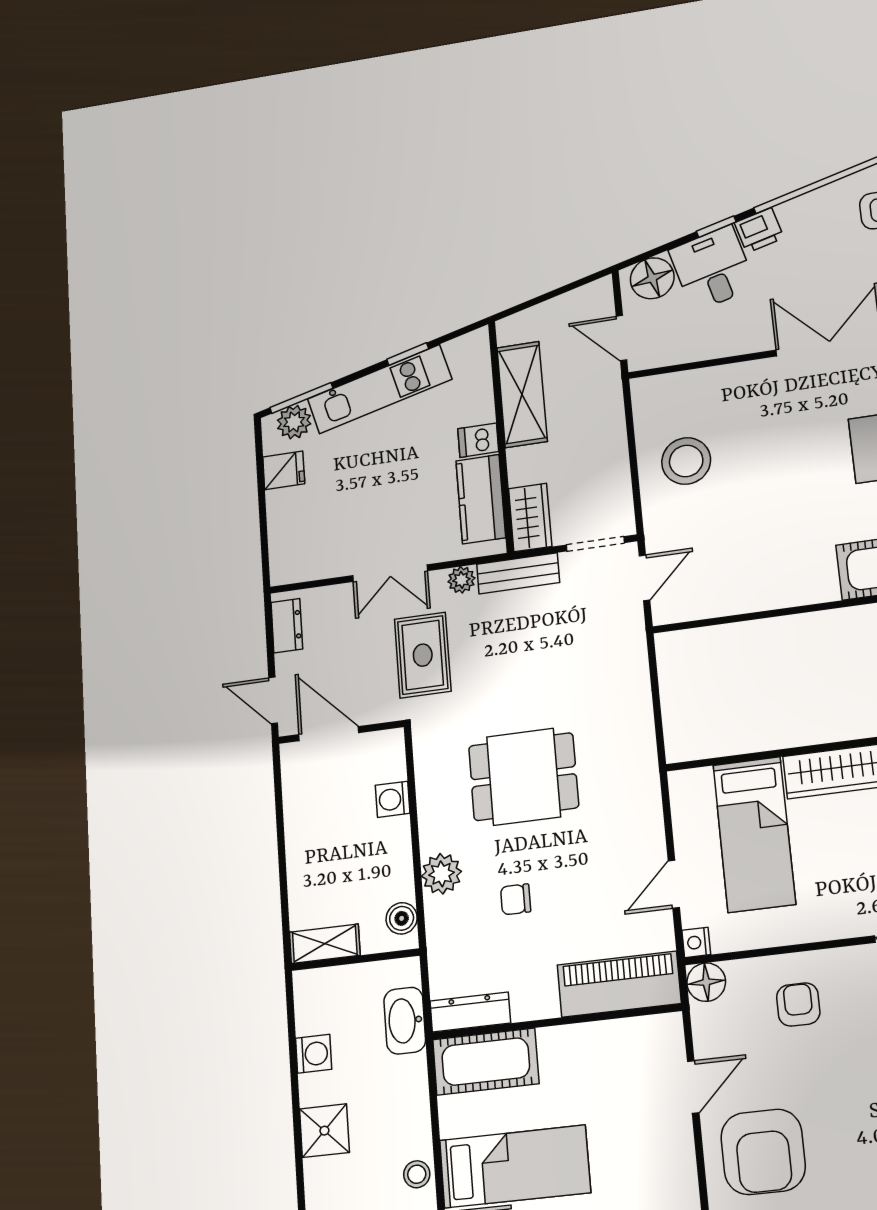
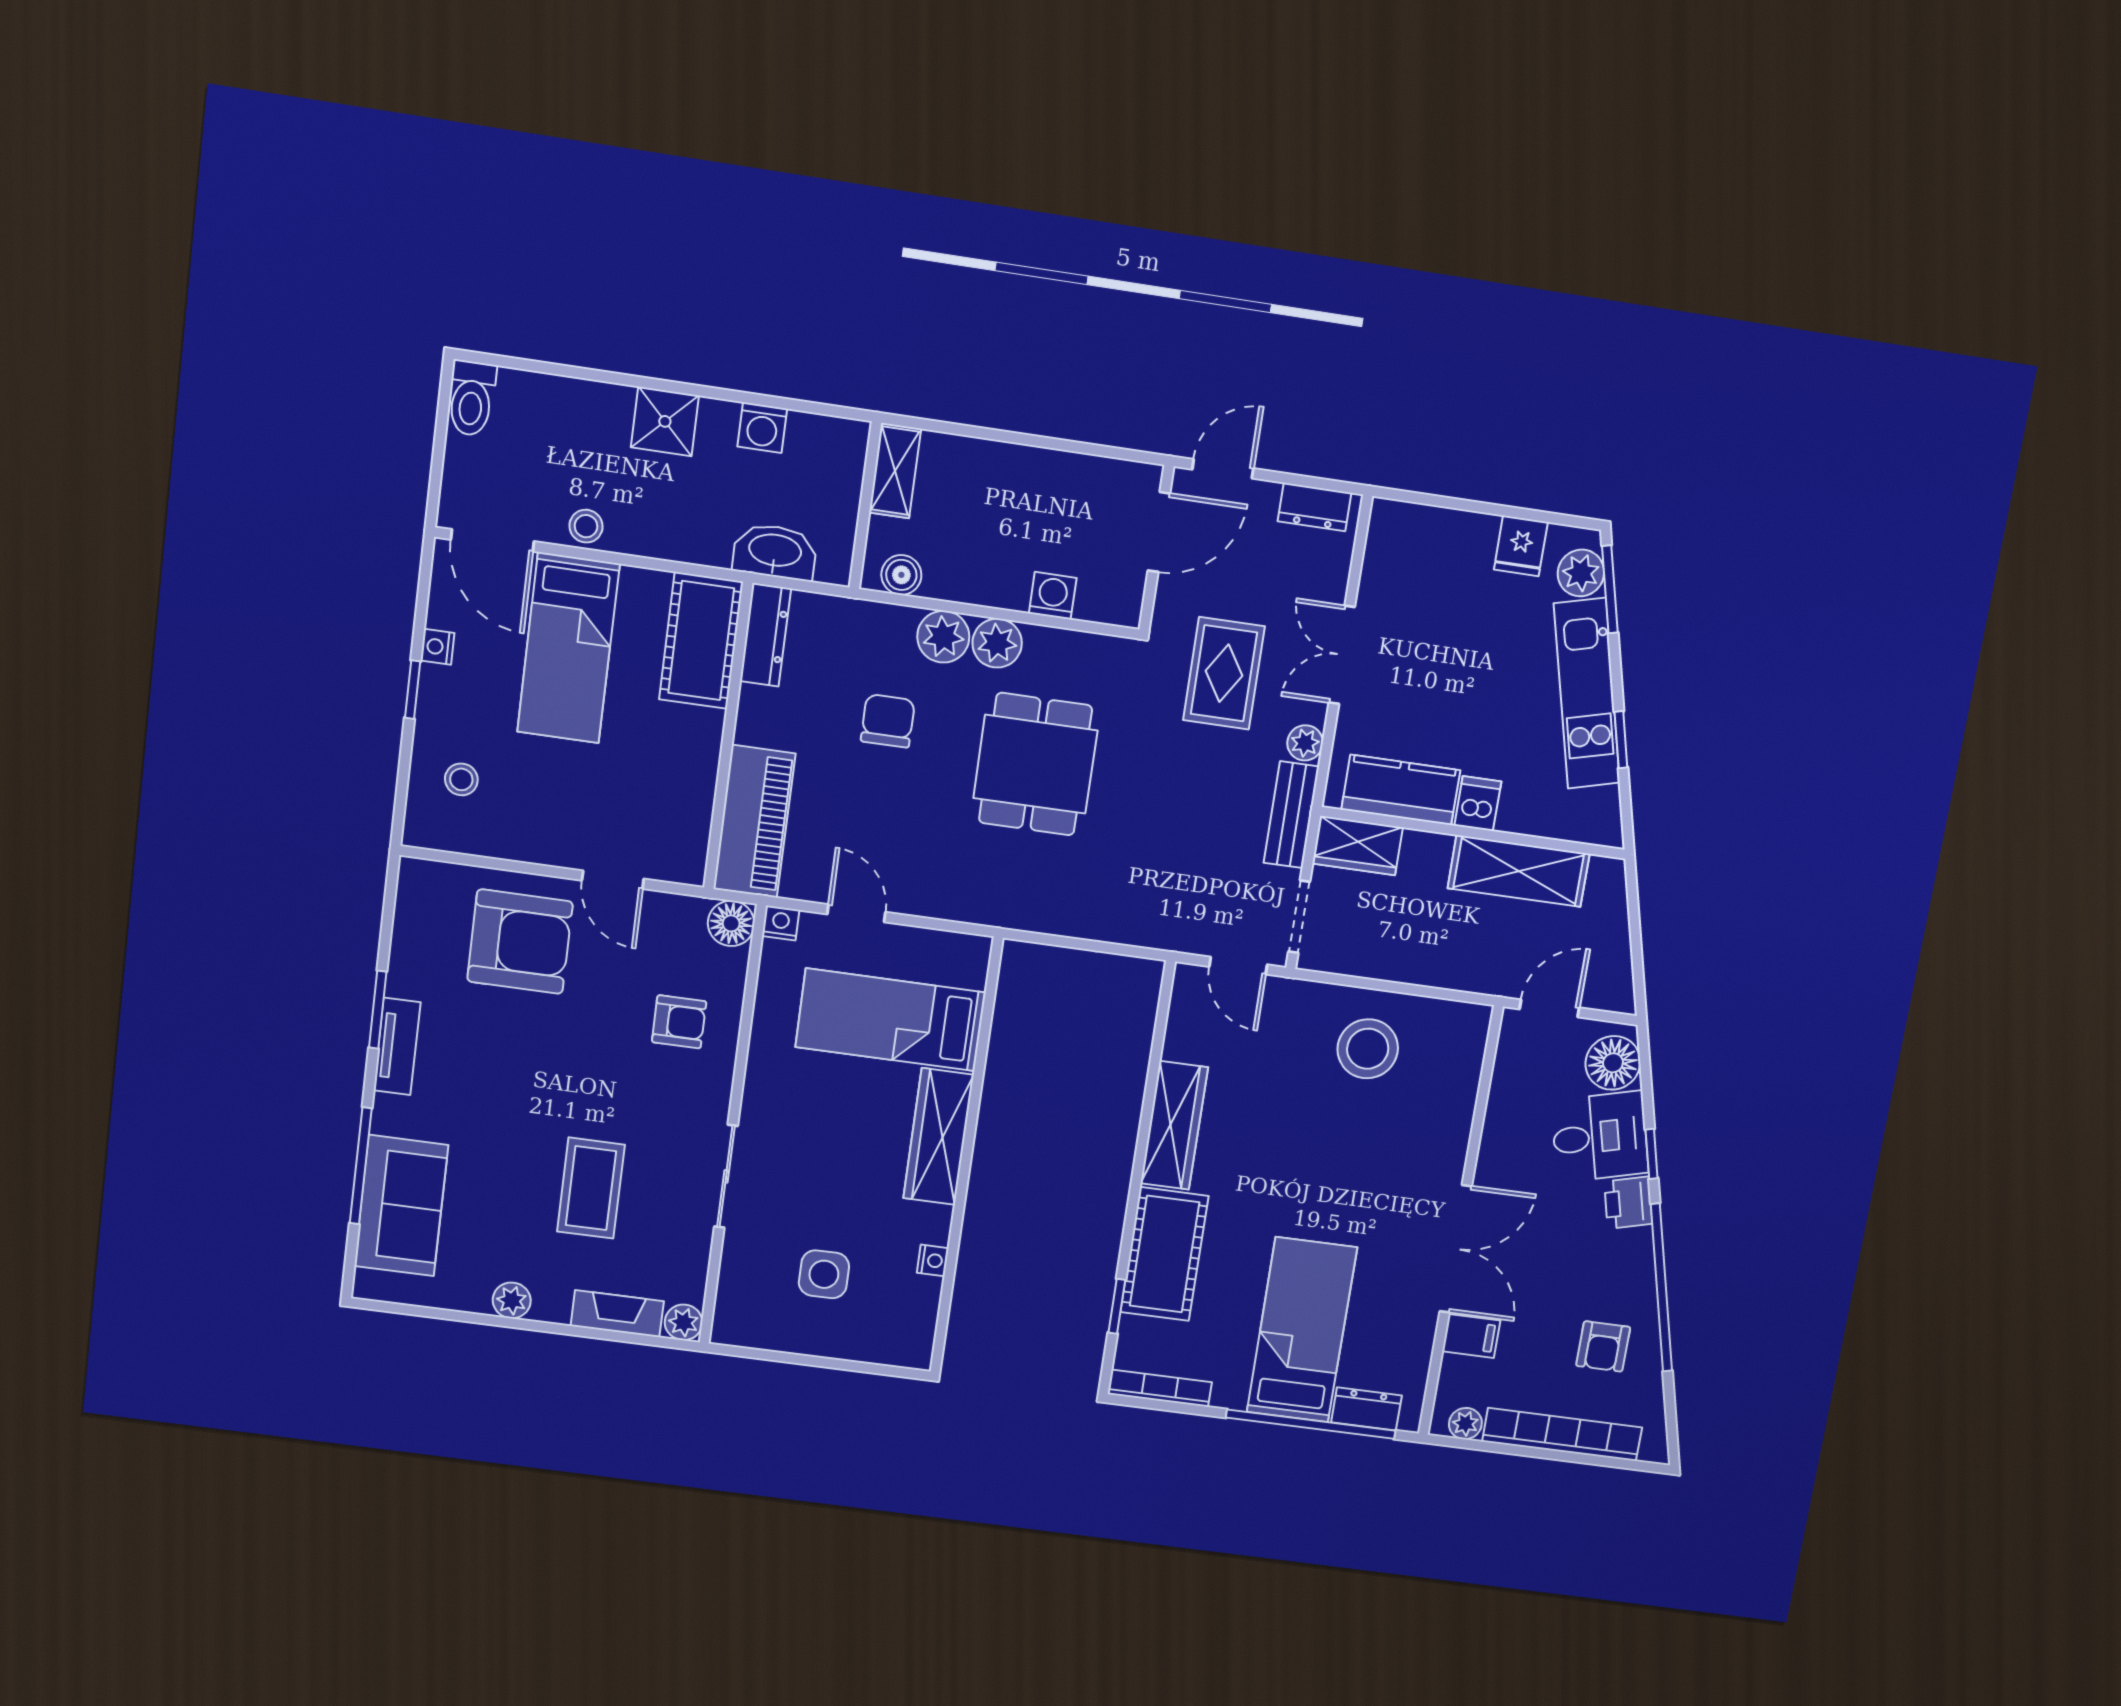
wardrobe: (785, 589) -> (1174, 1125), added
rug: (423, 655) -> (1224, 673), turned 90
plant: (437, 831) -> (997, 643), added
chair: (516, 899) -> (888, 721), width x1.37, depth x1.37
armchair: (763, 1152) -> (520, 942), turned 180

